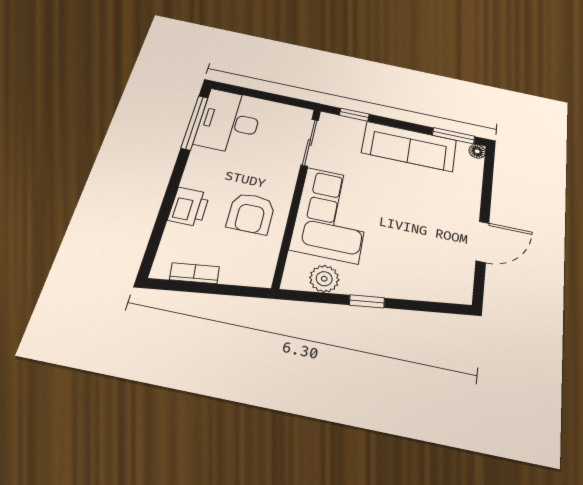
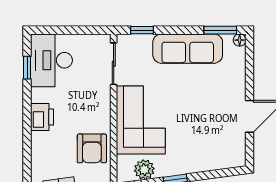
window: (195, 123) -> (27, 68), width x0.46
printer: (189, 207) -> (42, 117), moved
armchair: (251, 213) -> (92, 148), moved

